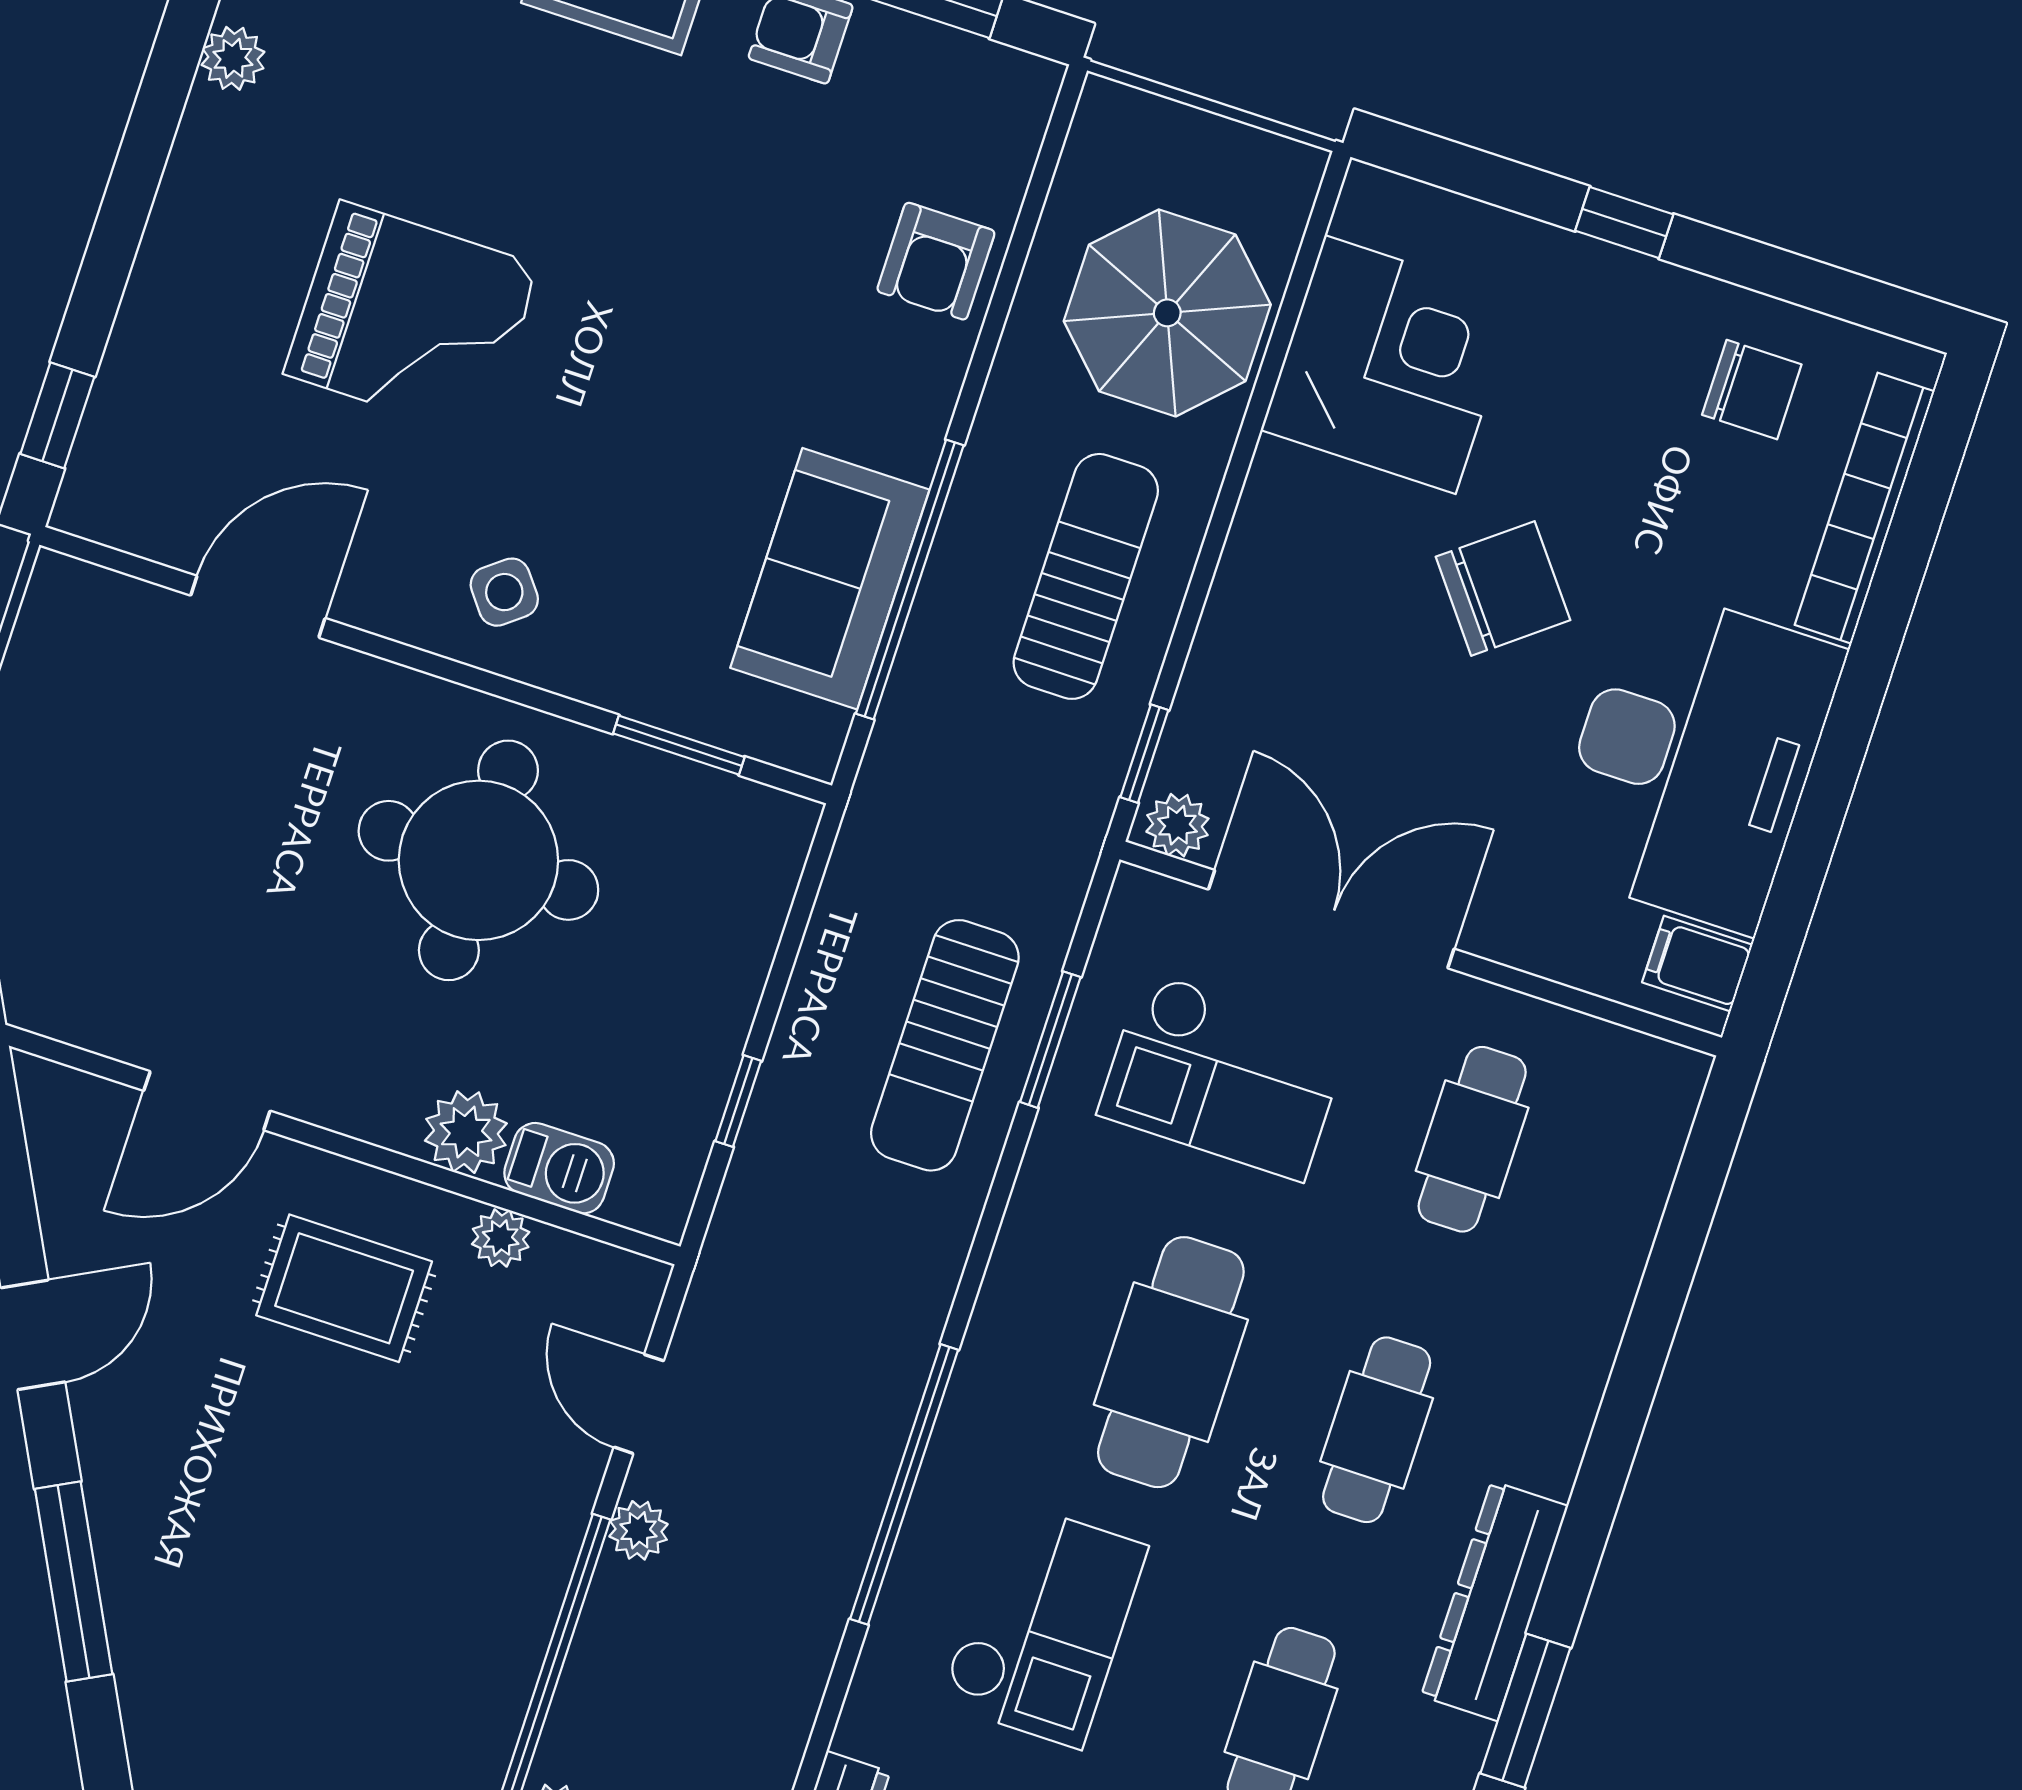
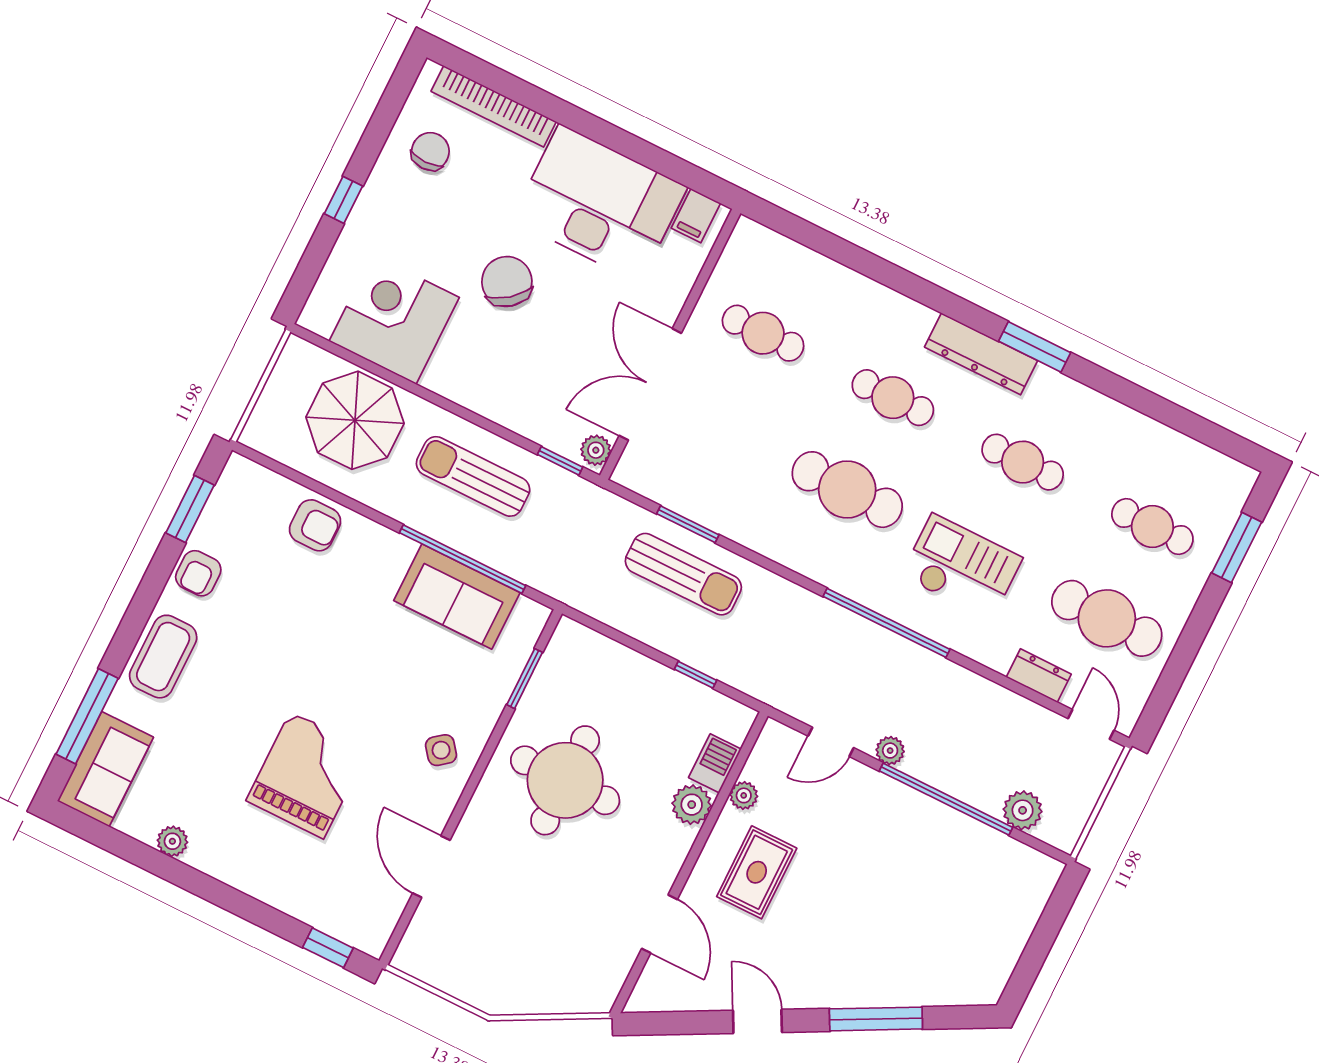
checkout: (1224, 1076) -> (717, 445), removed

